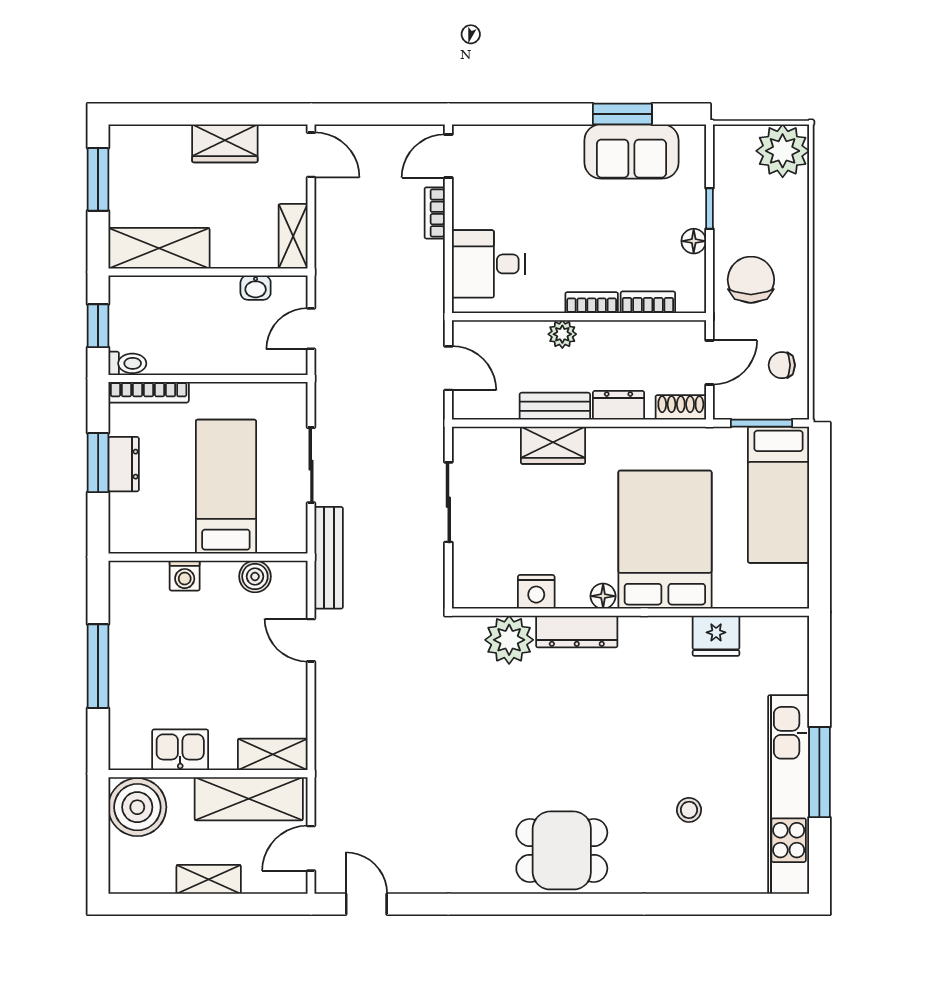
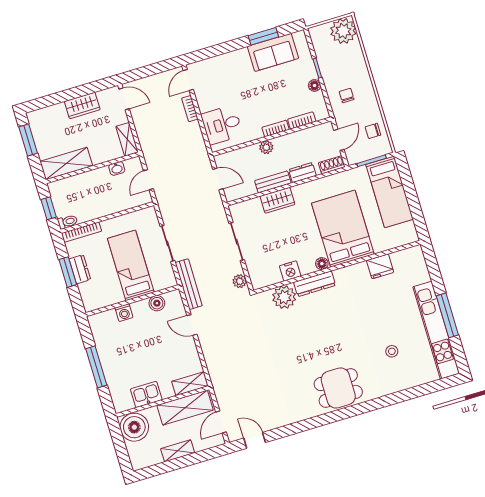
chair: (751, 280) -> (347, 95), width x0.54, depth x0.54
plant: (431, 582) -> (240, 281), added

